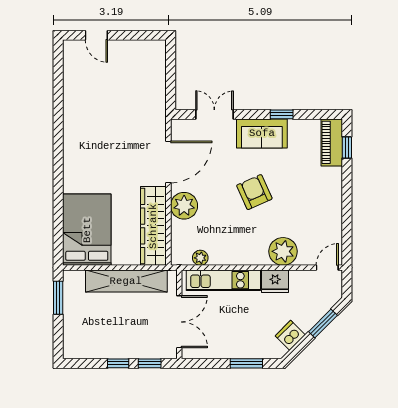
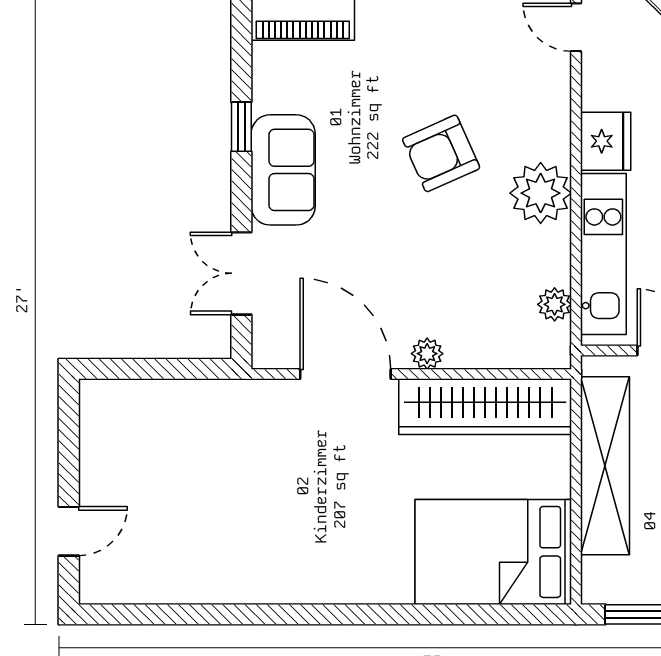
armchair: (254, 192) -> (441, 153), moved
plant: (184, 206) -> (427, 354), width x0.53, depth x0.53
plant: (283, 251) -> (541, 193), moved

